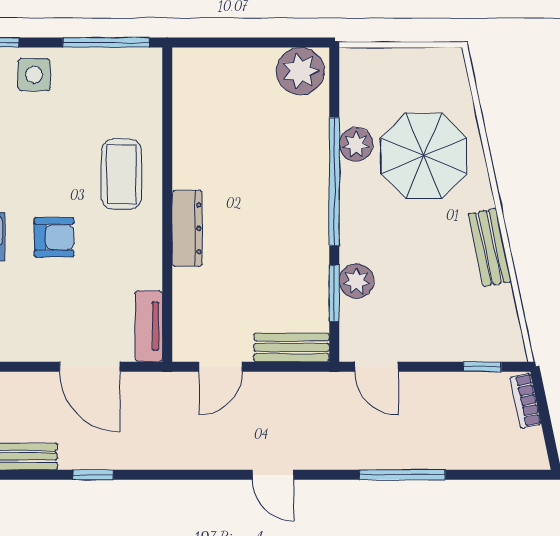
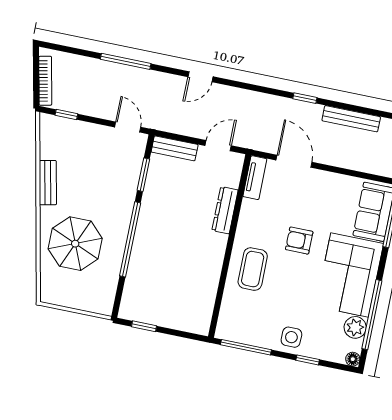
window: (282, 42) -> (144, 326), added
plant: (300, 71) -> (137, 308), removed
plant: (356, 144) -> (113, 258), removed
dresser: (187, 228) -> (225, 210), moved
plant: (356, 281) -> (129, 179), removed
bookcase: (526, 401) -> (45, 81), width x1.56
door: (273, 475) -> (200, 77), swing flipped

